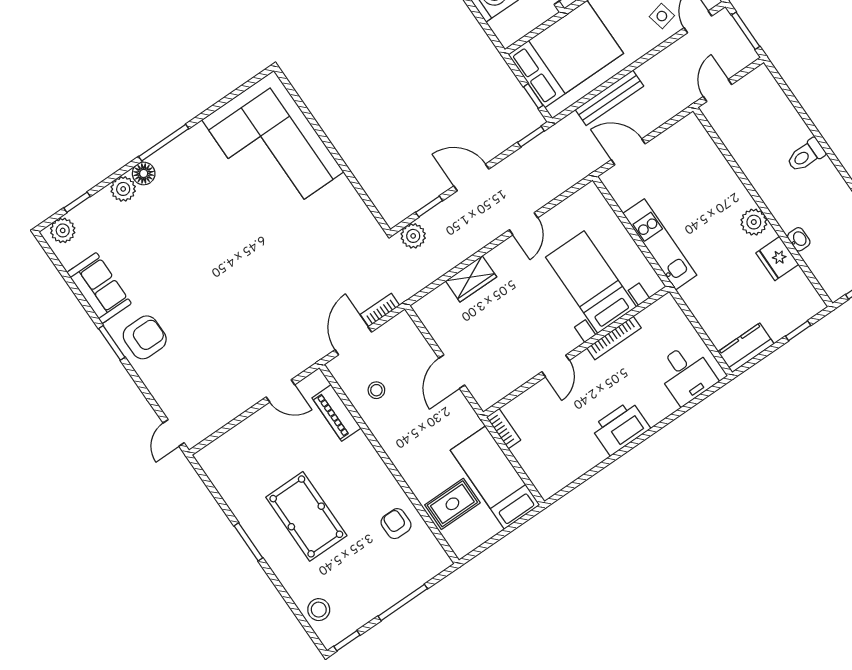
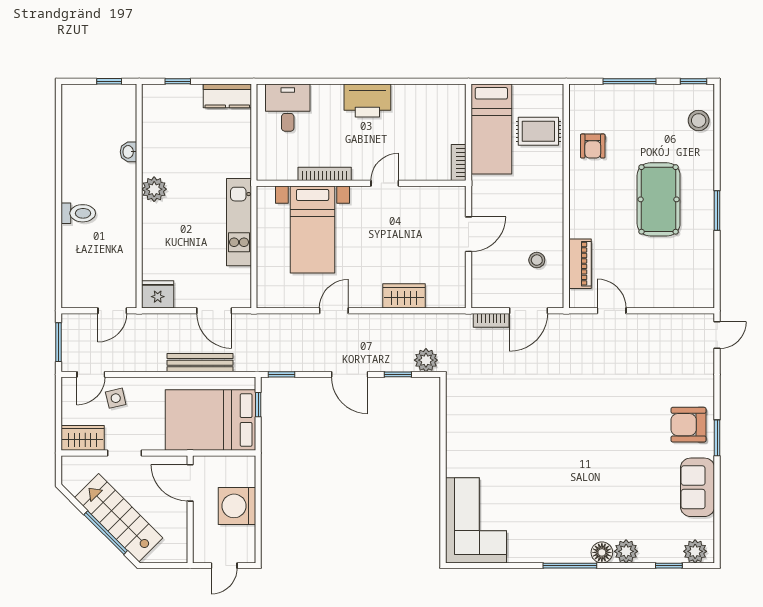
corner sofa: (273, 146) -> (476, 520), width x0.73, depth x0.74
fridge: (777, 259) -> (158, 294), moved, turned -90

